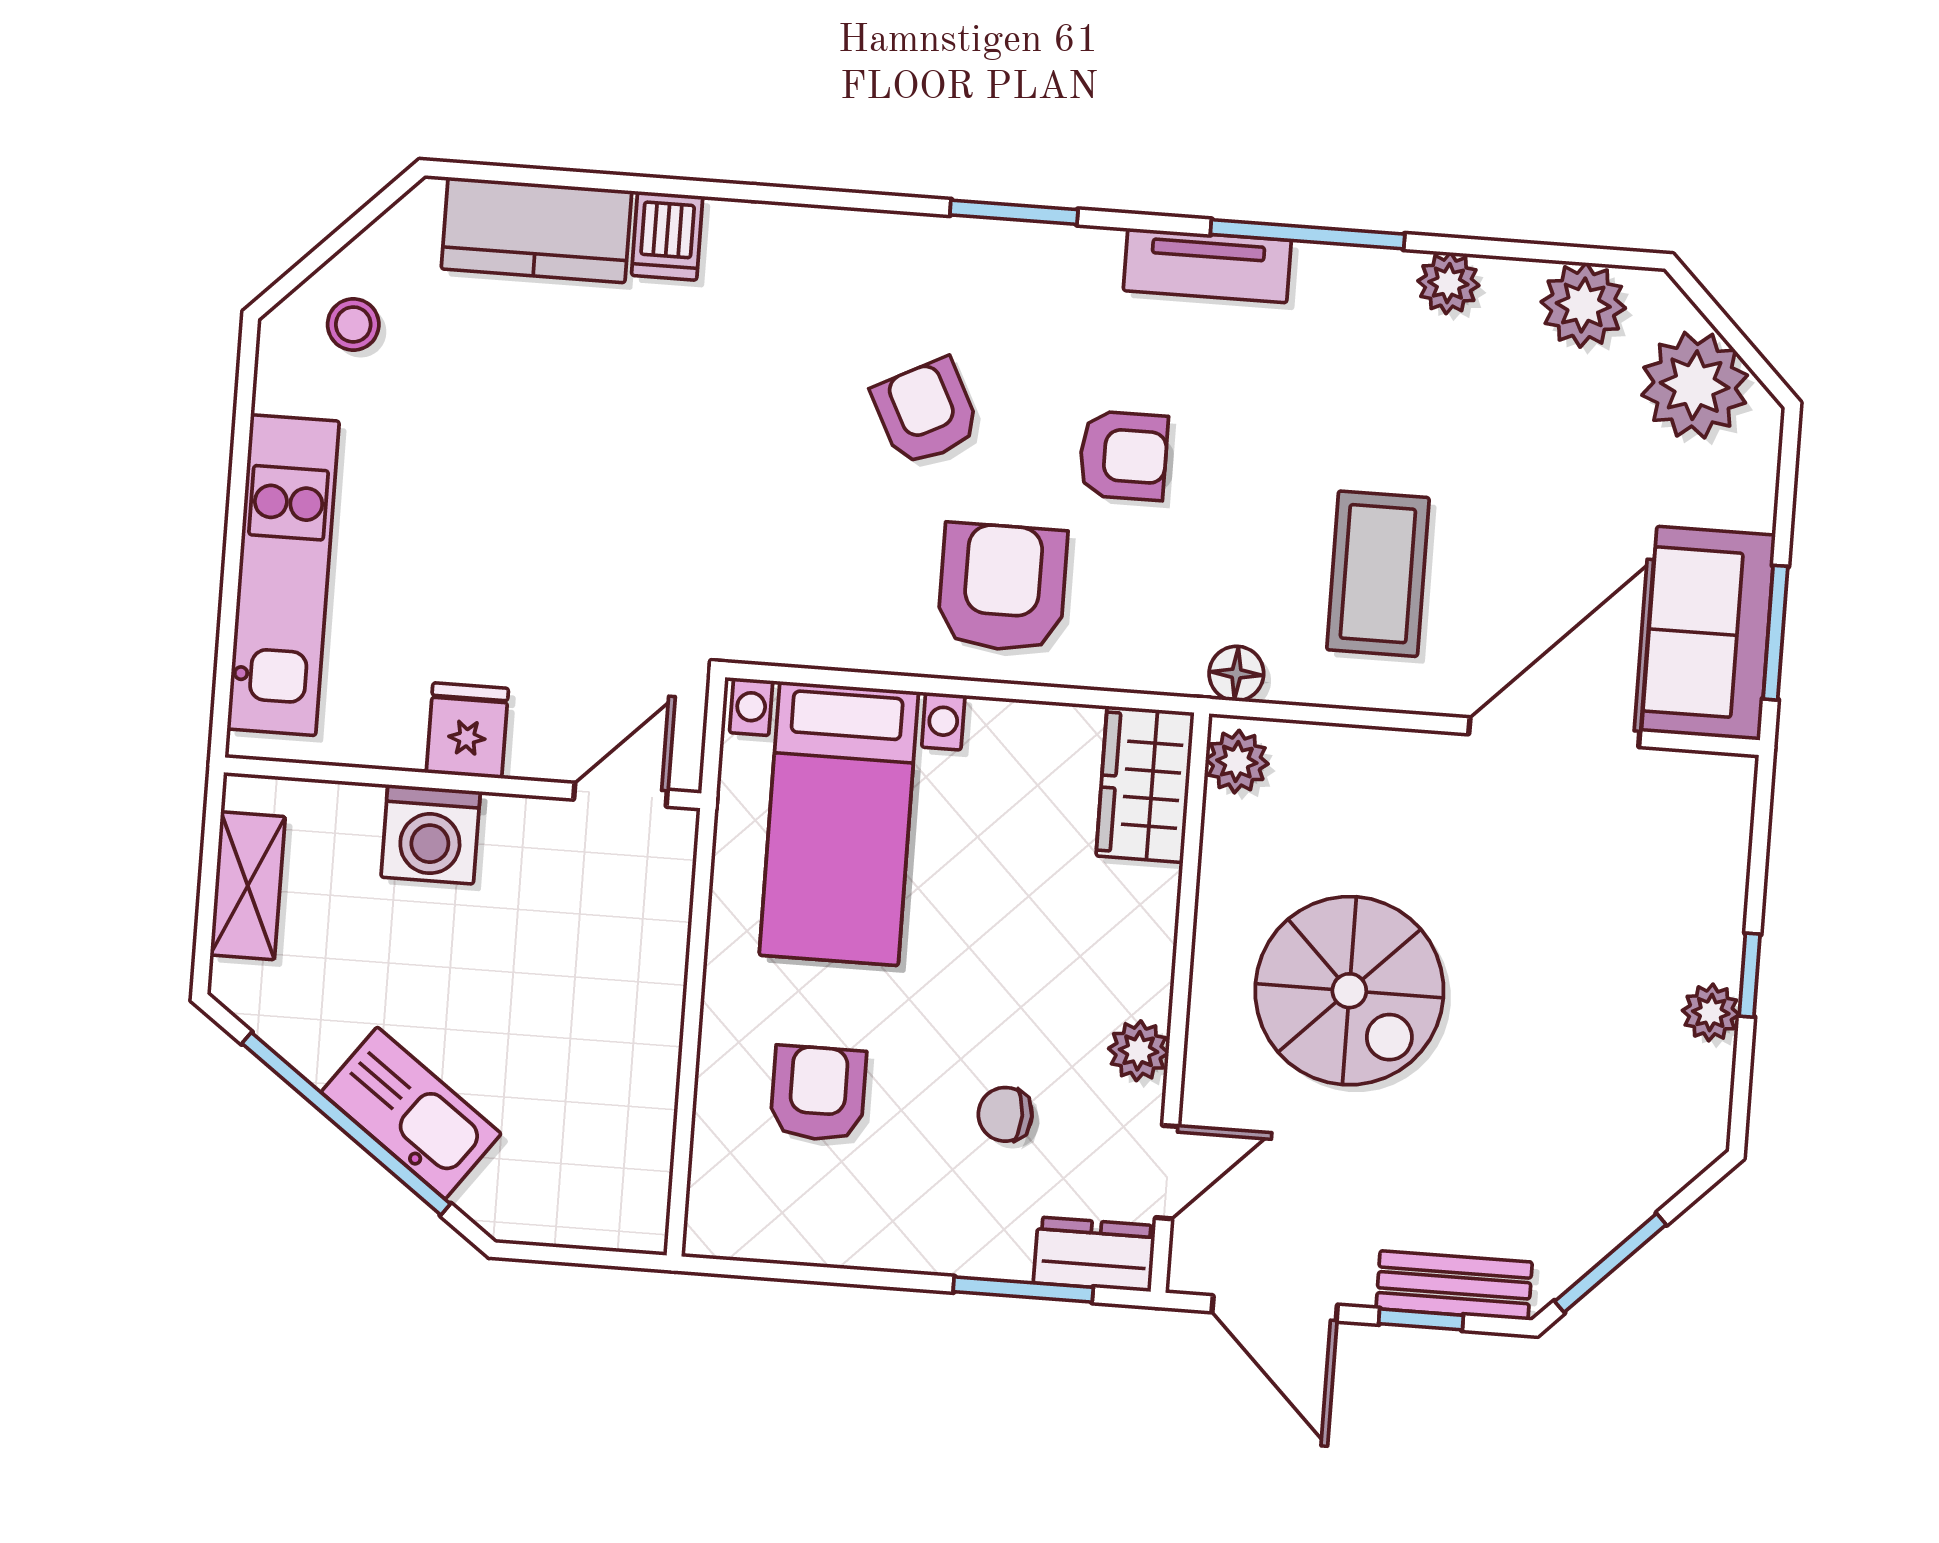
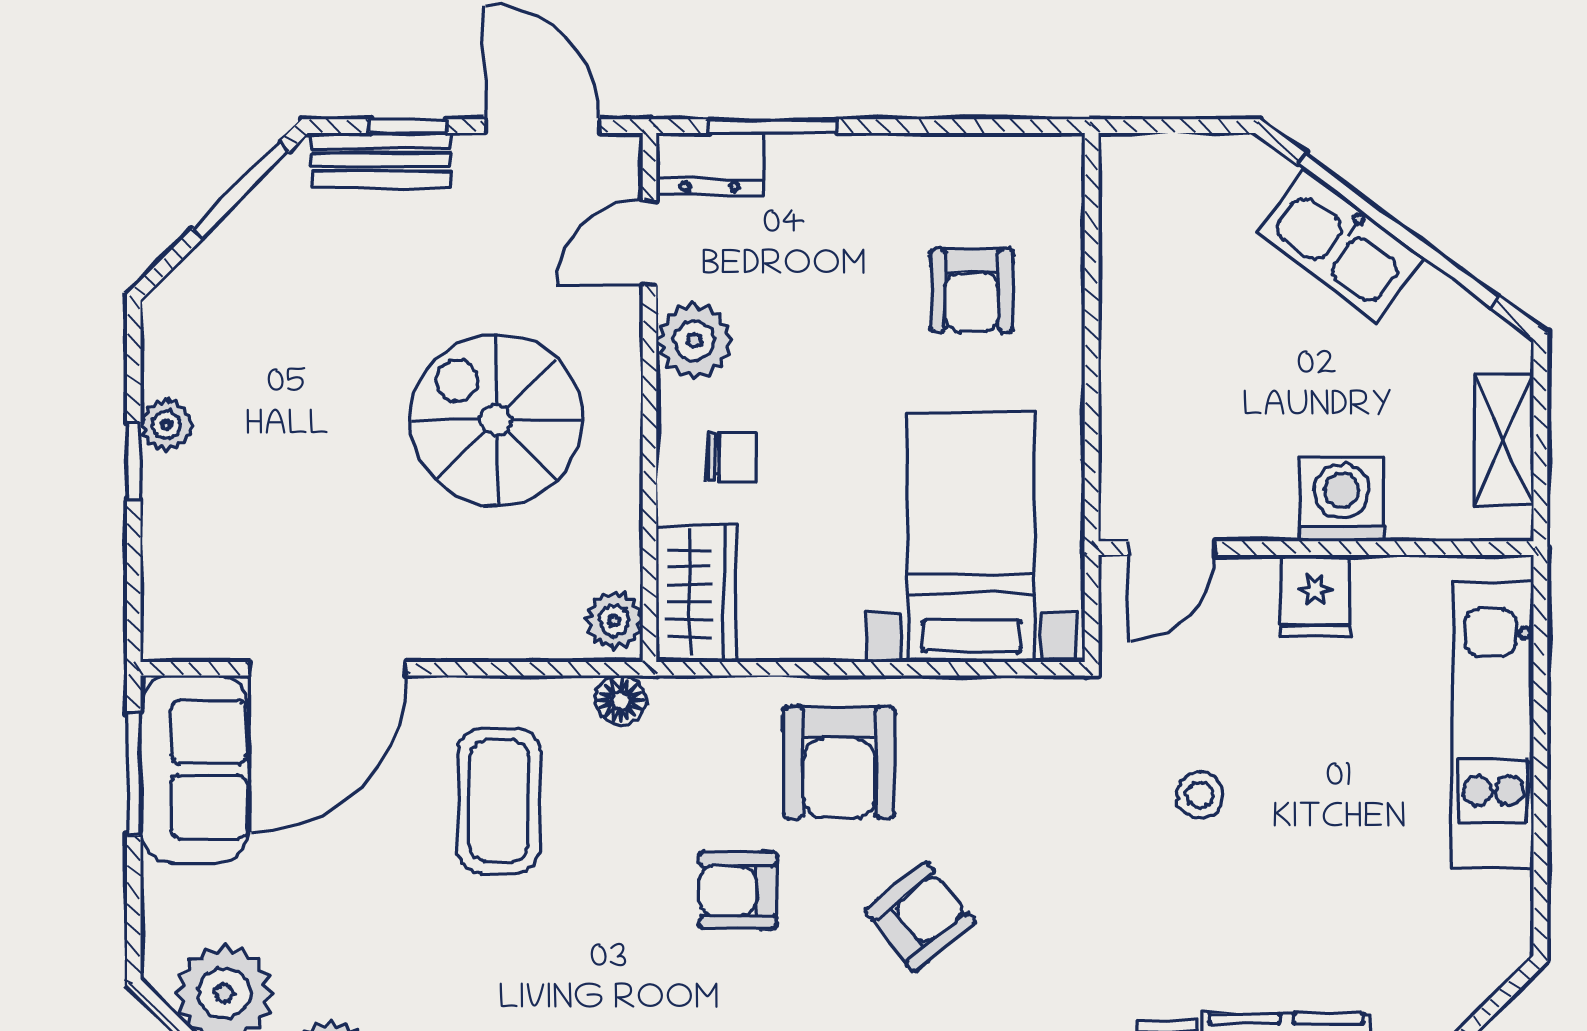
stool: (353, 324) -> (1200, 795), moved
armchair: (926, 412) -> (920, 917), turned -102
plant: (1139, 1051) -> (694, 341), width x1.38, depth x1.38
chair: (1005, 1114) -> (732, 457), moved

